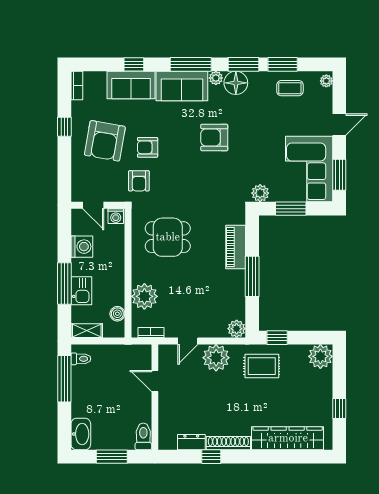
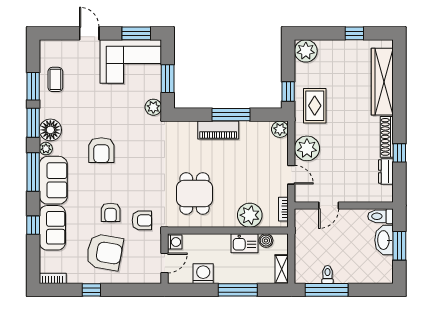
plant: (326, 81) -> (49, 46), removed
piano: (236, 247) -> (218, 130), moved
kitchen sink: (81, 291) -> (245, 243), moved, turned 180
toilet: (81, 359) -> (328, 275), moved
washbasin: (81, 434) -> (384, 240), moved, turned -90

